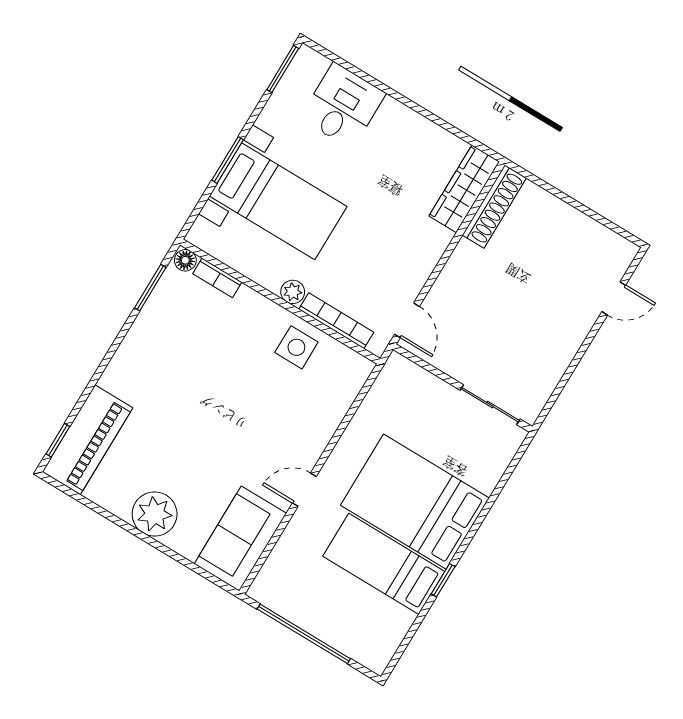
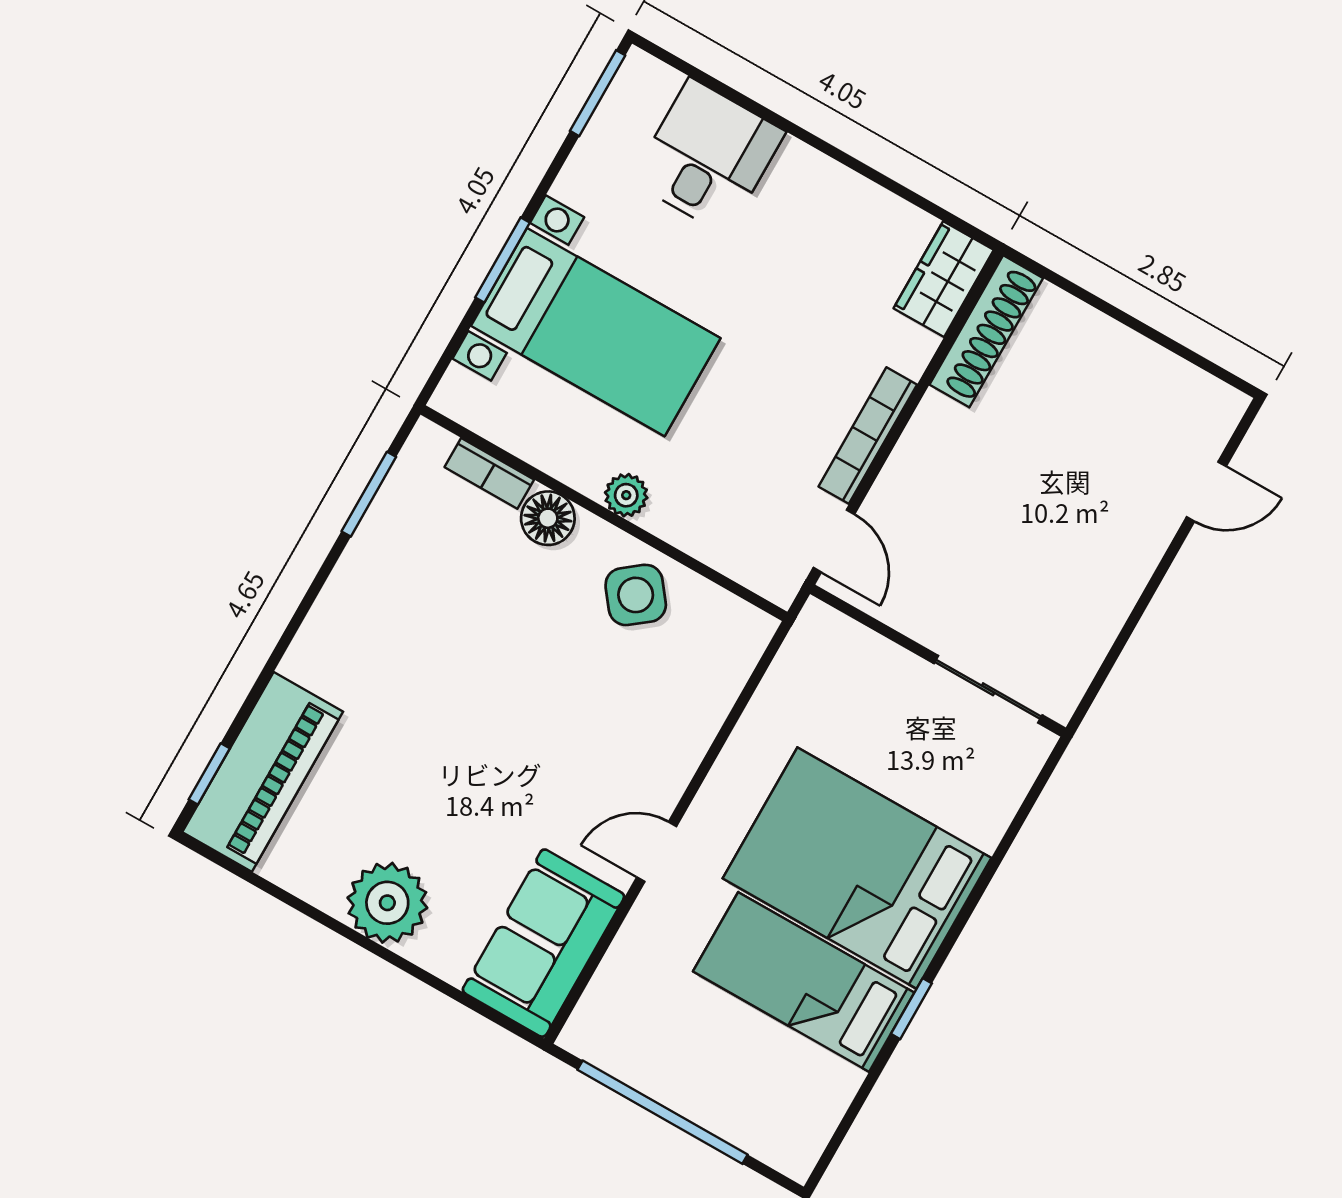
wardrobe: (464, 189) -> (944, 279), width x0.67
floor lamp: (185, 260) -> (548, 518), moved, width x1.37, depth x1.37
bookcase: (336, 321) -> (868, 436), moved, turned -90
side table: (296, 347) -> (636, 595), turned -38

